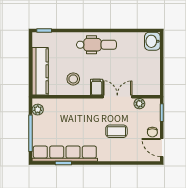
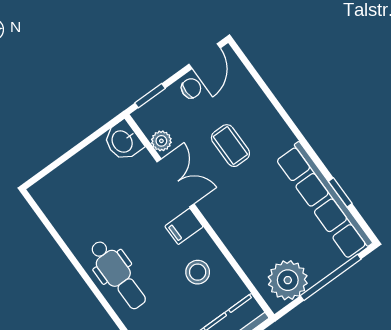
washbasin: (152, 41) -> (123, 141), moved, turned 90
dental chair: (96, 45) -> (118, 275), turned 180
double door: (117, 97) -> (175, 183), swing flipped
plant: (38, 110) -> (288, 280), width x1.87, depth x1.87

